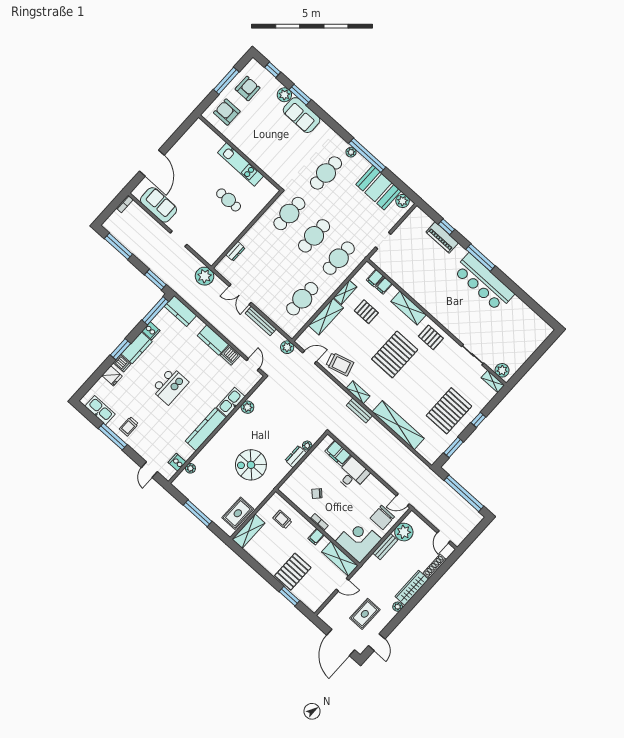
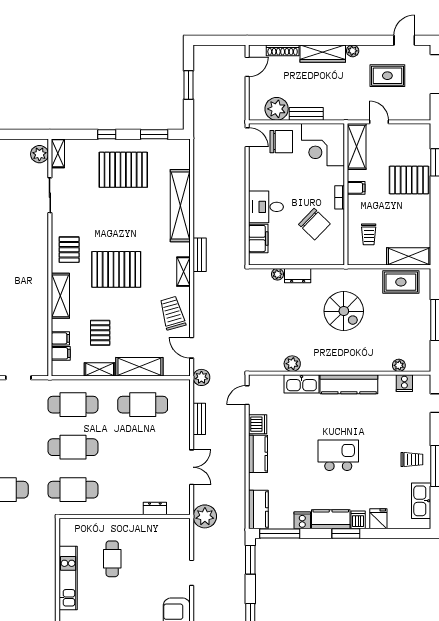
bench: (261, 321) -> (199, 419), width x0.73
chair: (317, 493) -> (314, 224), width x1.87, depth x1.87
window: (464, 493) -> (189, 85), width x0.47

